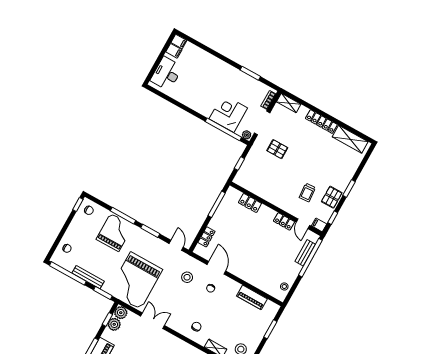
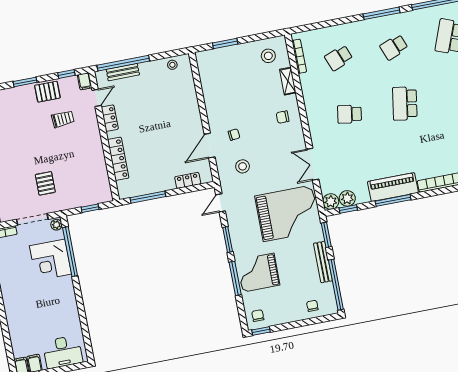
locker: (250, 203) -> (118, 159), width x1.53
piano: (252, 297) -> (209, 87), removed

